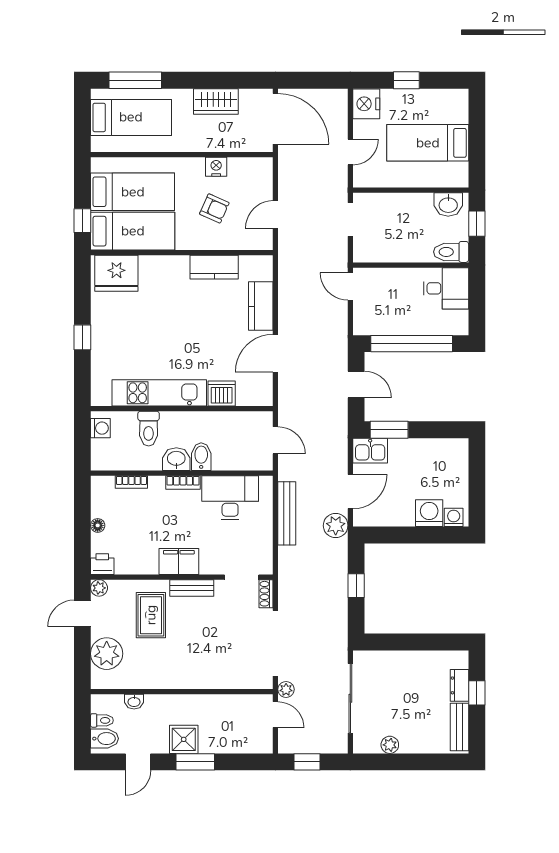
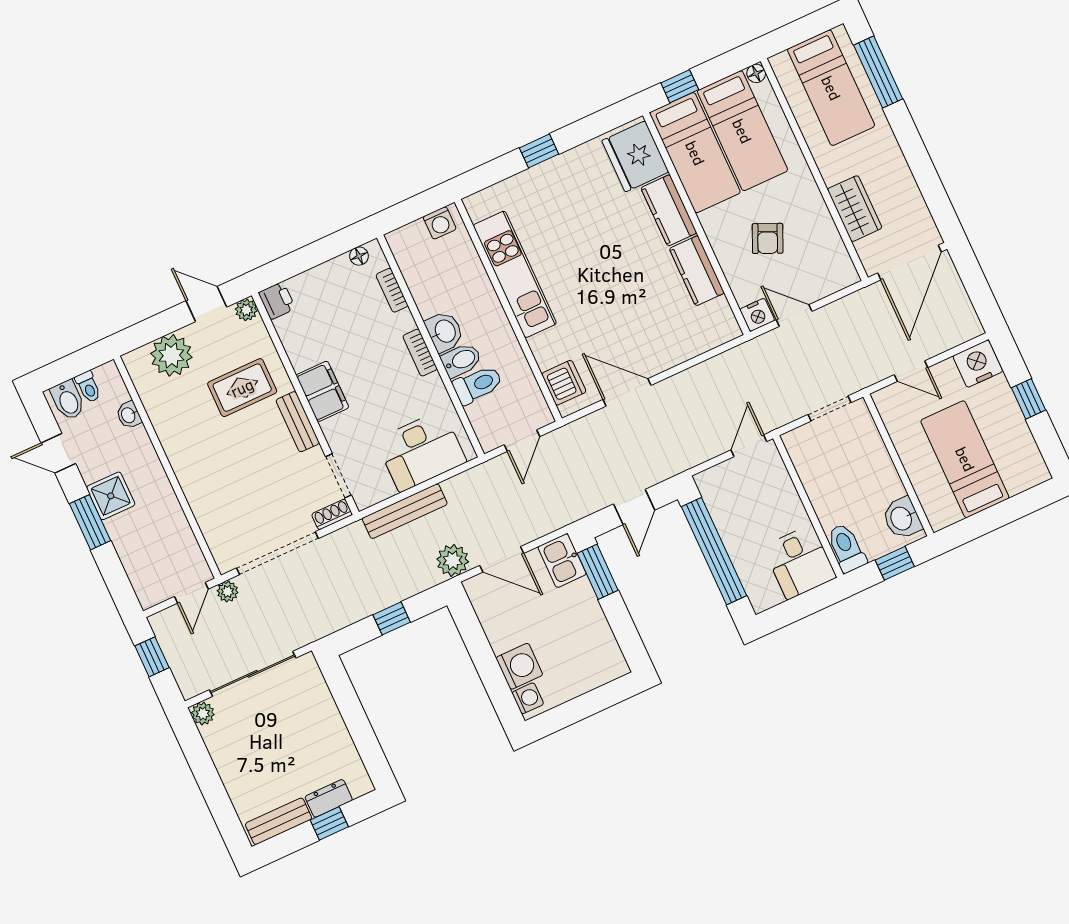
wardrobe: (216, 101) -> (855, 209), moved, turned 180
floor lamp: (98, 164) -> (756, 73), added
nightstand: (216, 167) -> (757, 315), moved, turned 90
kitchen counter: (261, 306) -> (669, 210), moved, turned -90
dishwasher: (222, 393) -> (564, 383), moved
toilet: (149, 429) -> (478, 385), moved, turned 180
desk: (230, 498) -> (421, 451), moved, turned 90
bench: (287, 513) -> (405, 511), moved
floor lamp: (98, 525) -> (359, 256), moved
plant: (390, 745) -> (203, 714), moved

